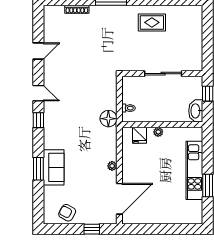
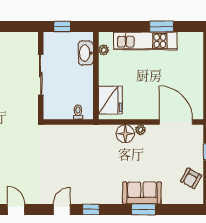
washbasin: (196, 111) -> (86, 53), moved, turned 90
floor lamp: (108, 119) -> (125, 134), moved
plant: (158, 132) -> (104, 50), moved
fridge: (140, 135) -> (110, 100), width x1.88, depth x1.34

